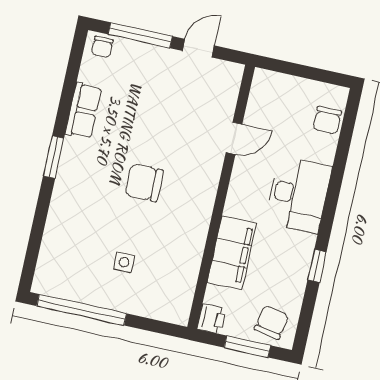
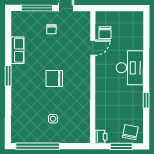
chair: (102, 47) -> (51, 29), moved
chair: (327, 120) -> (105, 33), moved
filing cabinet: (232, 253) -> (104, 103), removed

